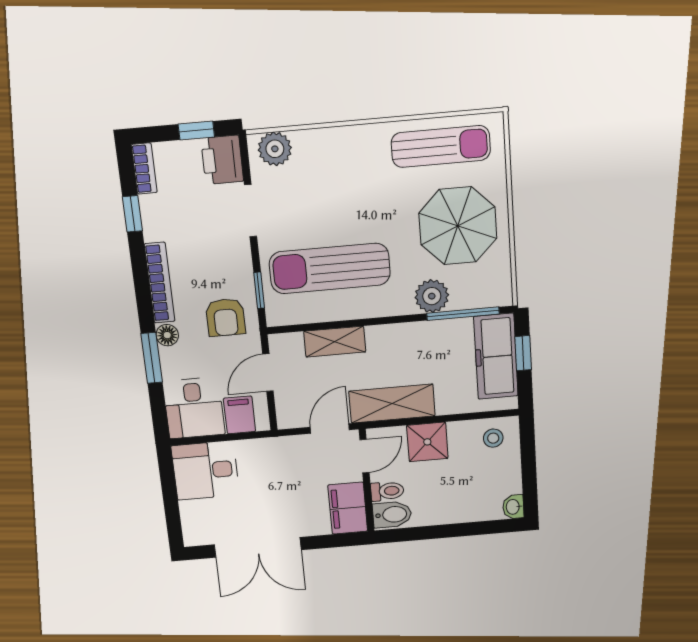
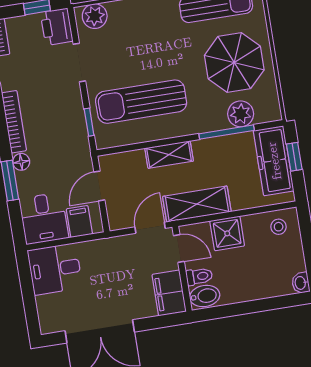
plant: (432, 296) -> (241, 114), moved
window: (463, 314) -> (227, 132), moved
armchair: (225, 317) -> (65, 145), removed
shelving: (335, 342) -> (169, 155), moved
door: (364, 456) -> (179, 249), hinge flipped

